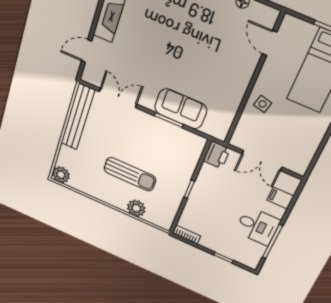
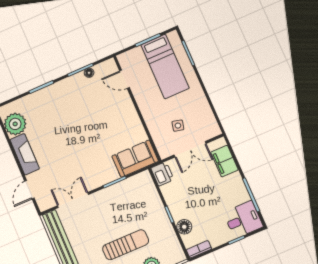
side table: (263, 104) -> (178, 126), moved
sofa: (181, 109) -> (135, 159), moved
filing cabinet: (280, 198) -> (224, 161), width x2.00
floor lamp: (192, 209) -> (184, 227), added
desk: (258, 226) -> (243, 220), moved

